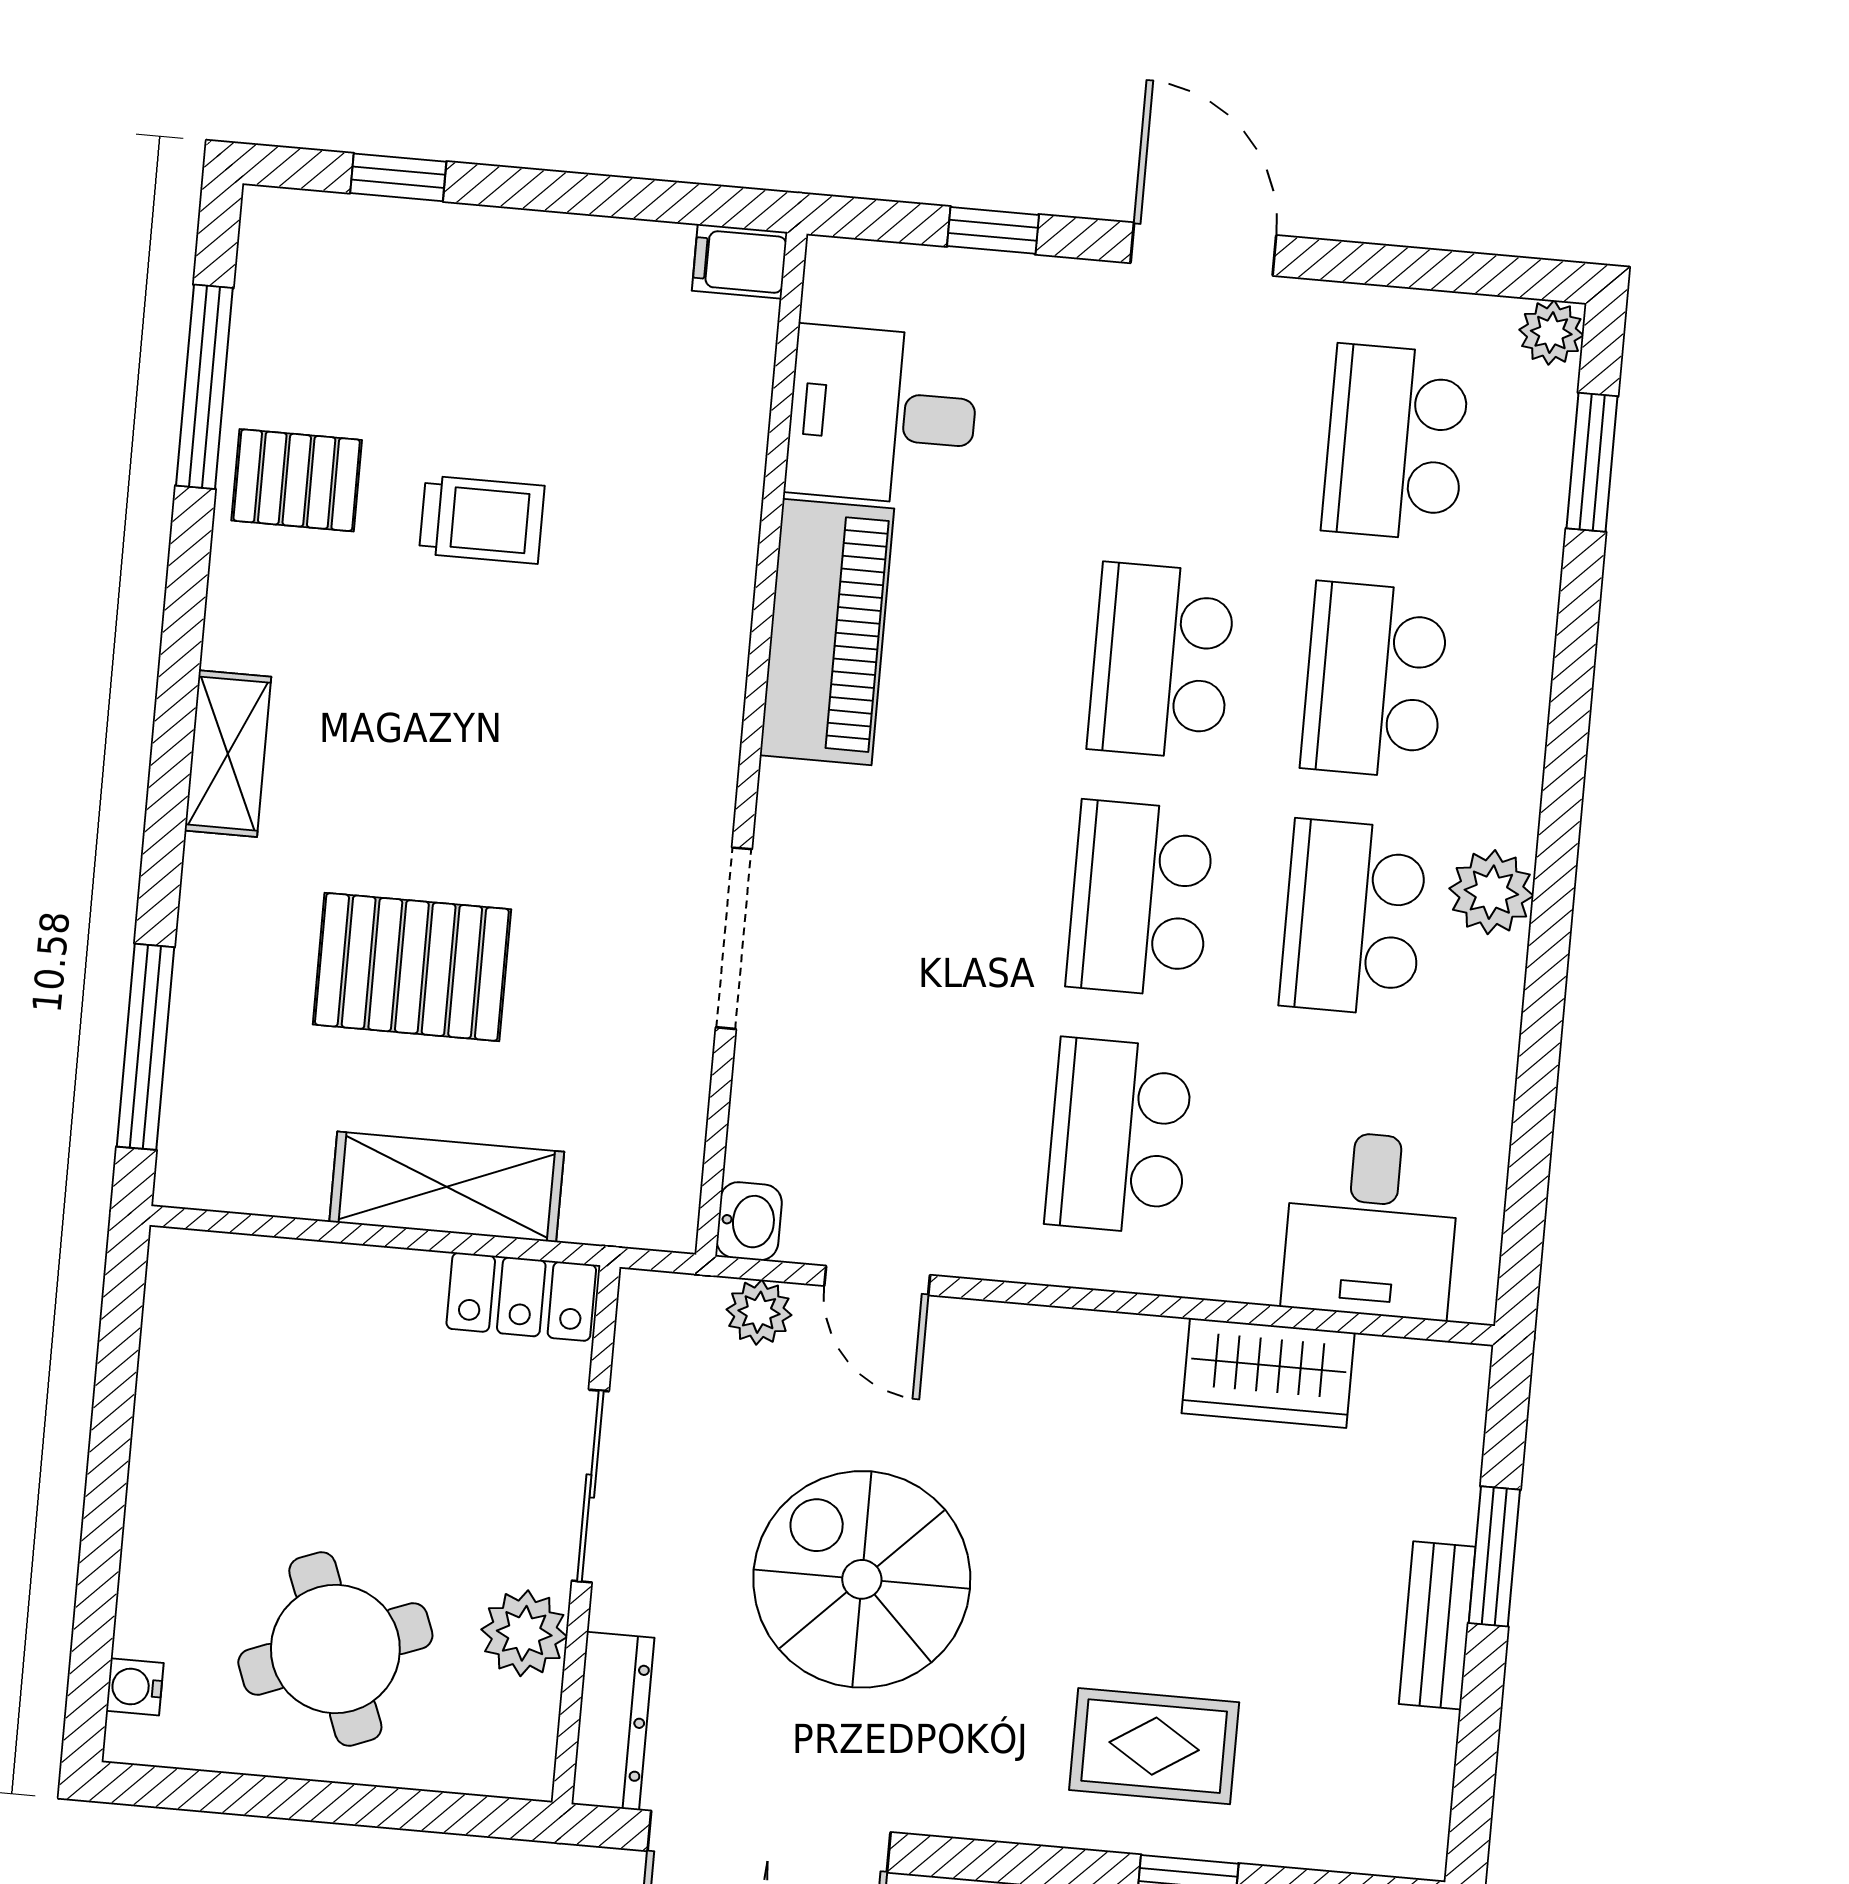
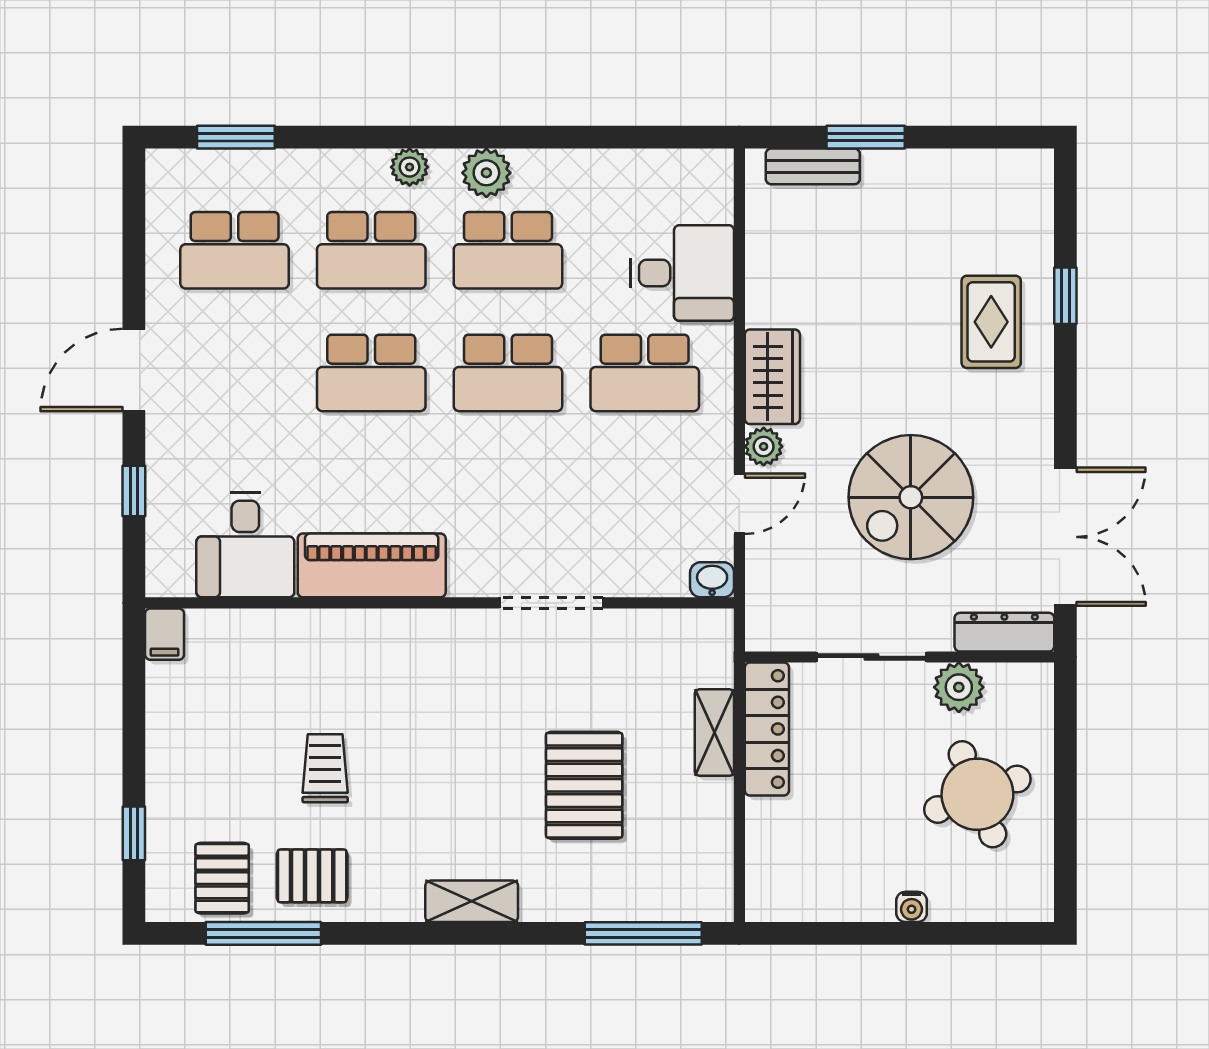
pallet: (307, 324) -> (222, 878), added
plant: (1551, 333) -> (410, 167), moved
pallet: (297, 480) -> (312, 876), turned 90
shelving: (447, 1187) -> (714, 732), width x0.67, depth x0.75
desk: (1371, 1225) -> (682, 273), moved
locker: (521, 1297) -> (767, 729), width x1.53
plant: (759, 1312) -> (764, 447), moved
wardrobe: (1268, 1373) -> (772, 377), moved
bench: (1437, 1625) -> (813, 166), moved
water cooler: (135, 1687) -> (912, 907), moved

